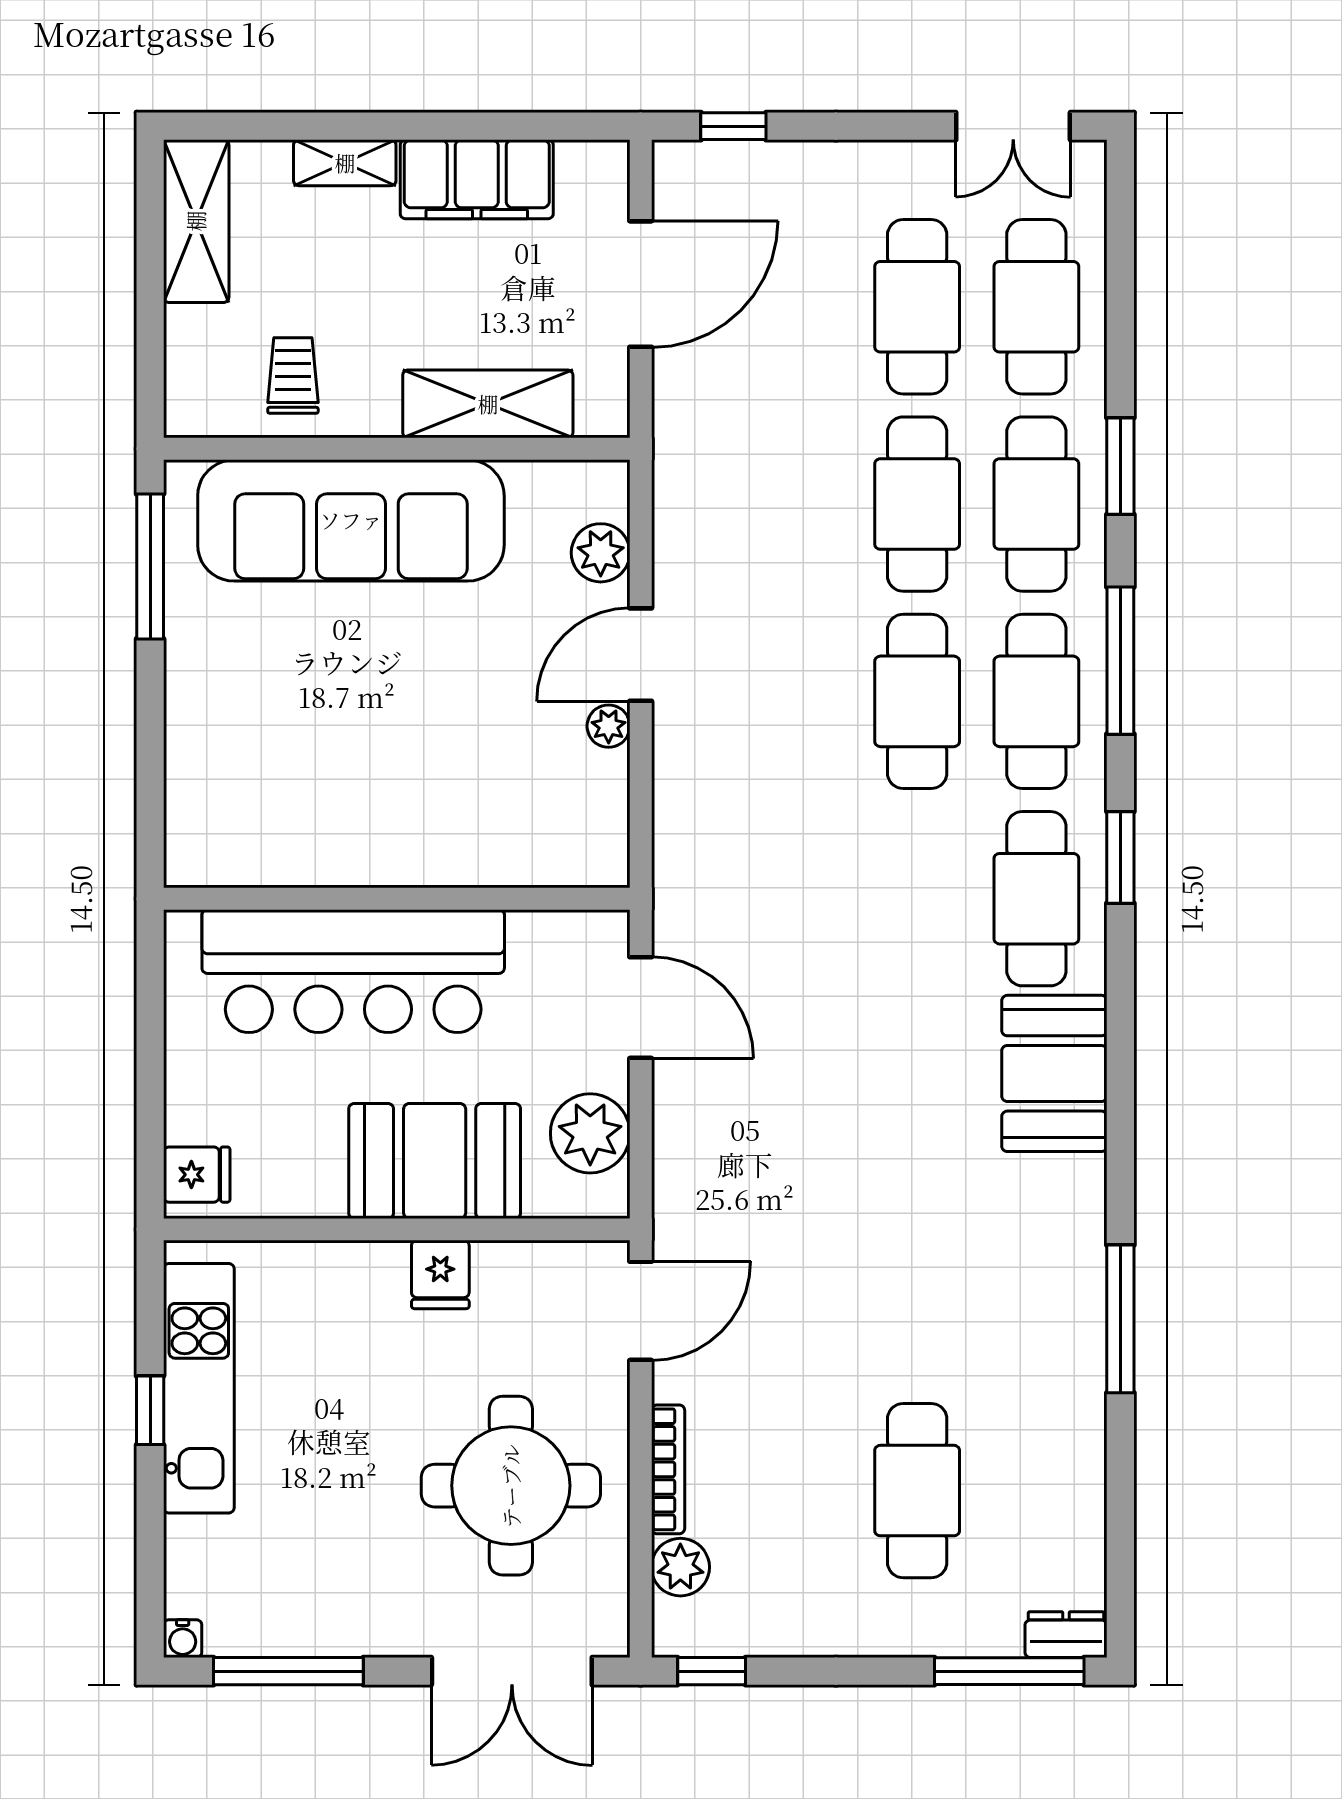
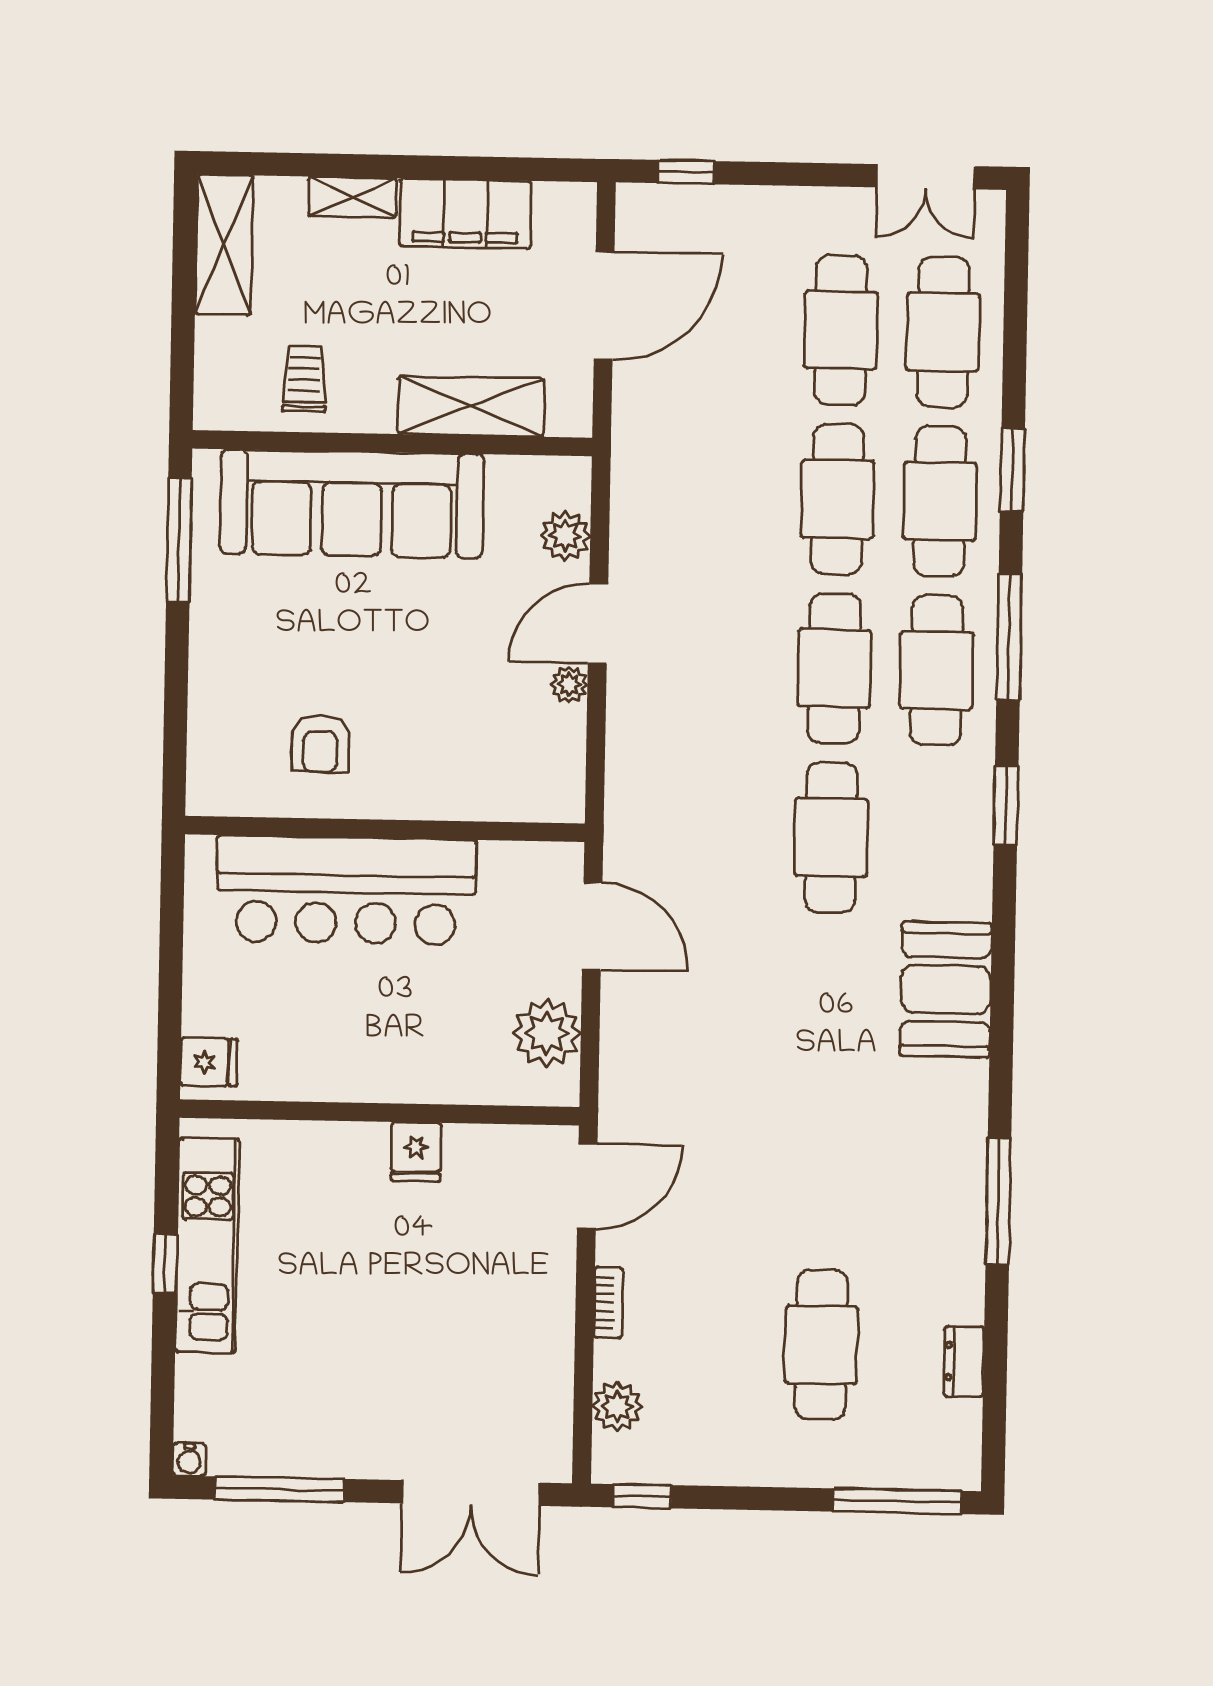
armchair: (320, 801) -> (320, 744), added
cafe table: (1036, 899) -> (831, 837), moved
booth: (435, 1161) -> (413, 1054), removed
bookcase: (668, 1469) -> (608, 1303), width x0.64
round table: (511, 1486) -> (473, 1334), removed
dresser: (1066, 1635) -> (964, 1361), moved, turned -90

